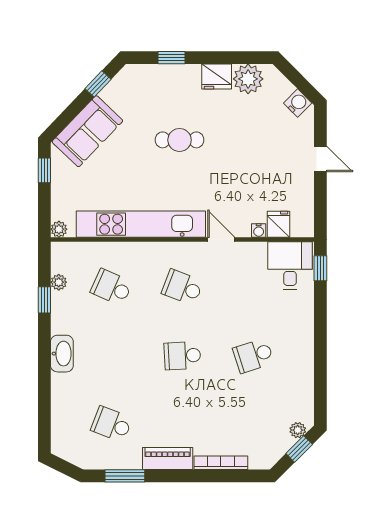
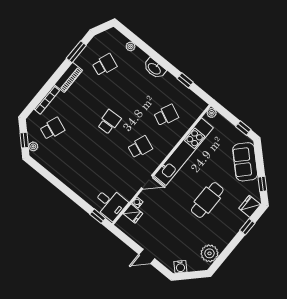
fridge: (217, 77) -> (250, 206), moved
cafe table: (180, 140) -> (207, 200), width x1.37, depth x1.35
plant: (59, 282) -> (131, 46), moved
school desk: (253, 356) -> (52, 129), moved, turned 39

